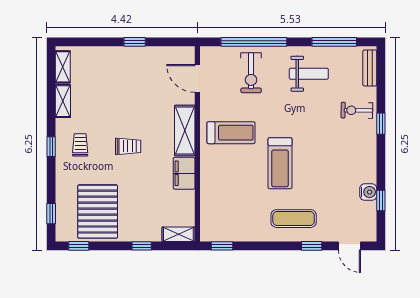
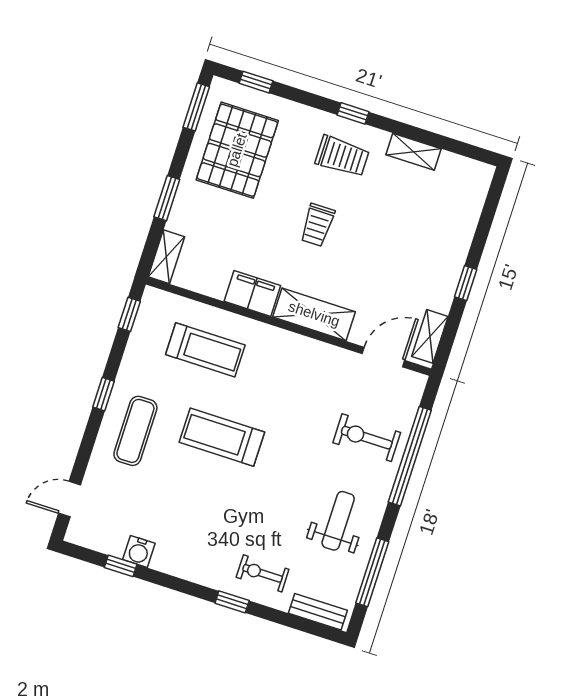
shelving: (63, 67) -> (430, 336), moved, turned 90
weight bench: (309, 74) -> (338, 521), turned 180
exercise bike: (357, 110) -> (263, 573), turned -91
treadmill: (231, 133) -> (205, 350), moved, turned -90
trolley: (80, 145) -> (342, 156), width x1.36, depth x1.39
pallet: (98, 212) -> (237, 150), turned 90
window: (79, 246) -> (196, 107), width x1.50
window: (142, 246) -> (167, 198), width x1.50
window: (312, 246) -> (103, 394), moved

